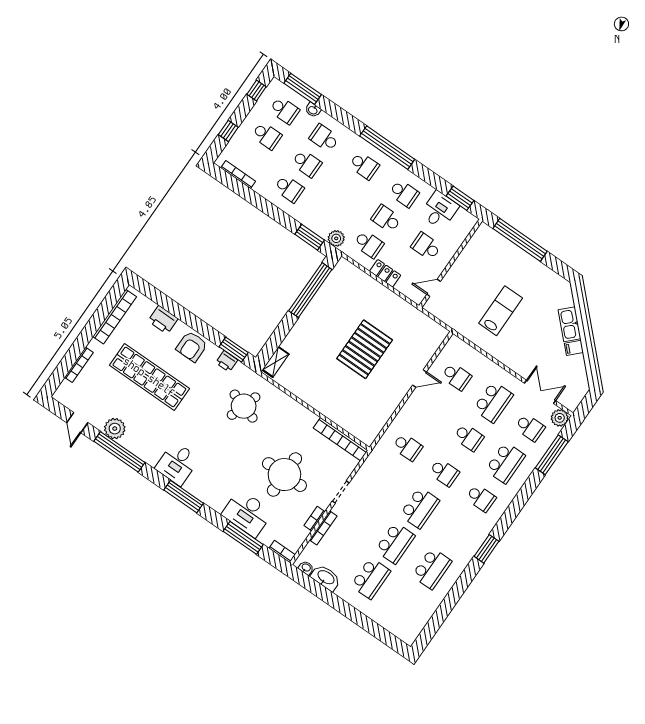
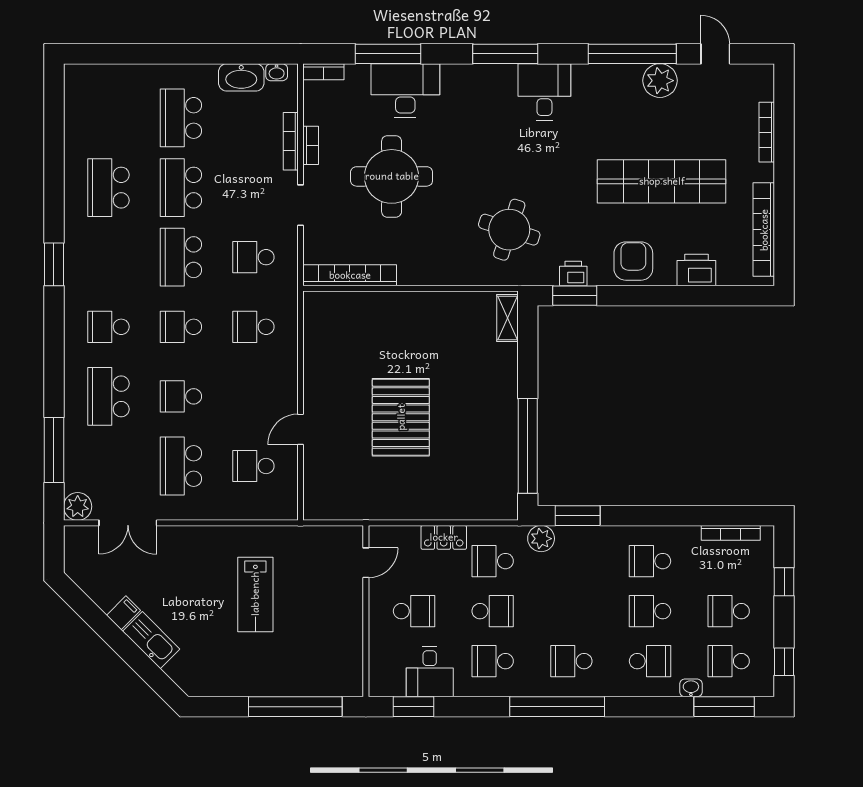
school desk: (530, 427) -> (253, 257), moved

